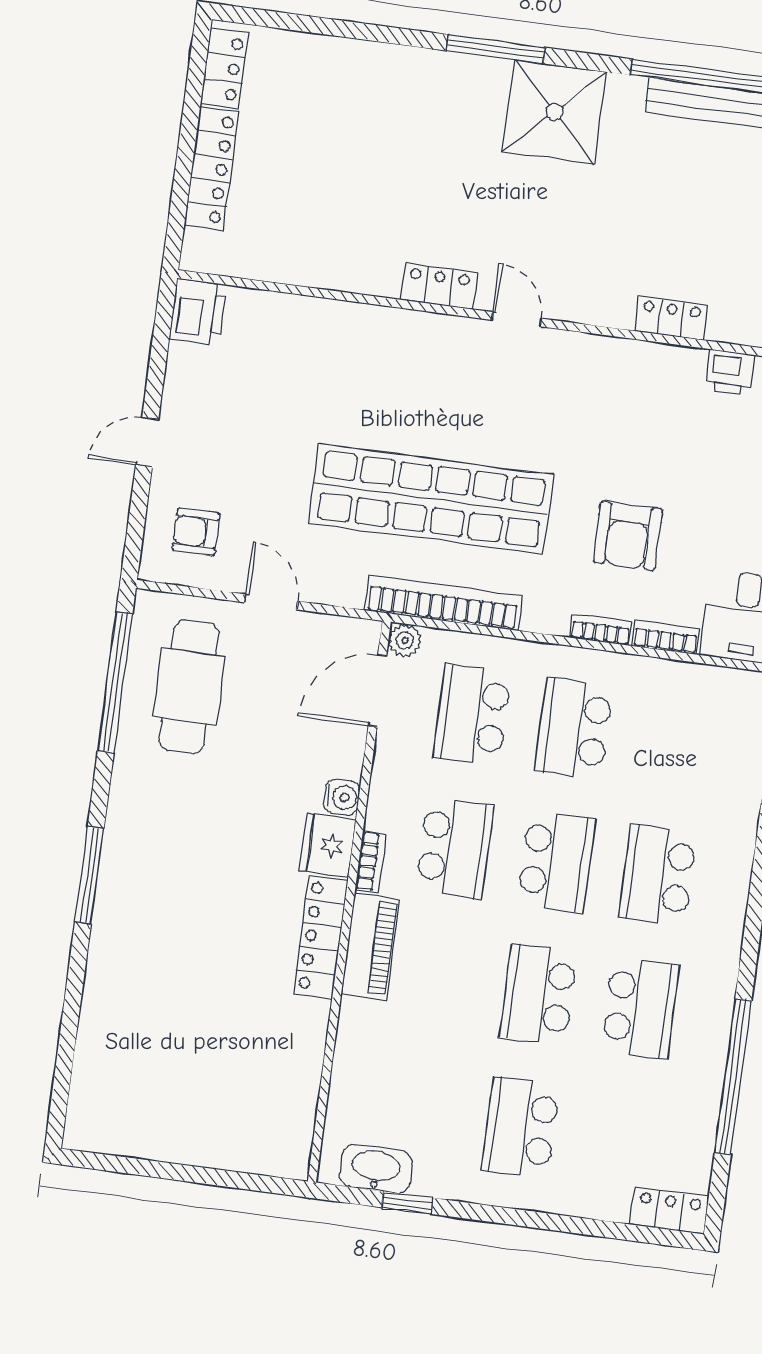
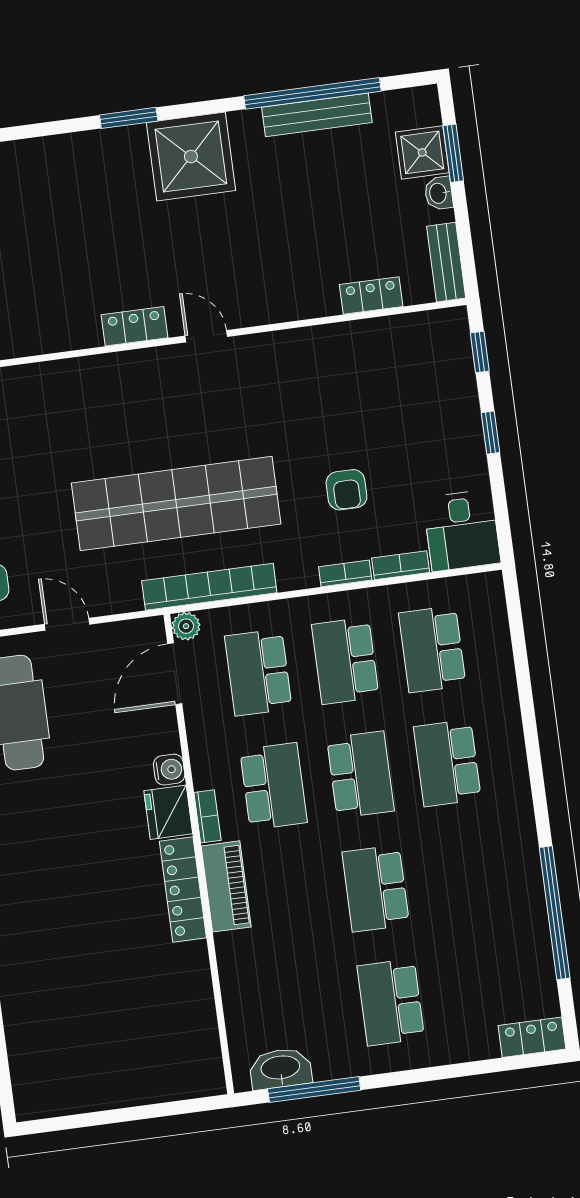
window: (496, 49) -> (129, 118), width x0.69
locker: (671, 318) -> (371, 296), moved
printer: (730, 372) -> (394, 332), removed
armchair: (628, 536) -> (346, 490), width x0.72, depth x0.72
school desk: (640, 1008) -> (432, 649), moved, turned 180
window: (407, 1203) -> (314, 1089), width x2.17

